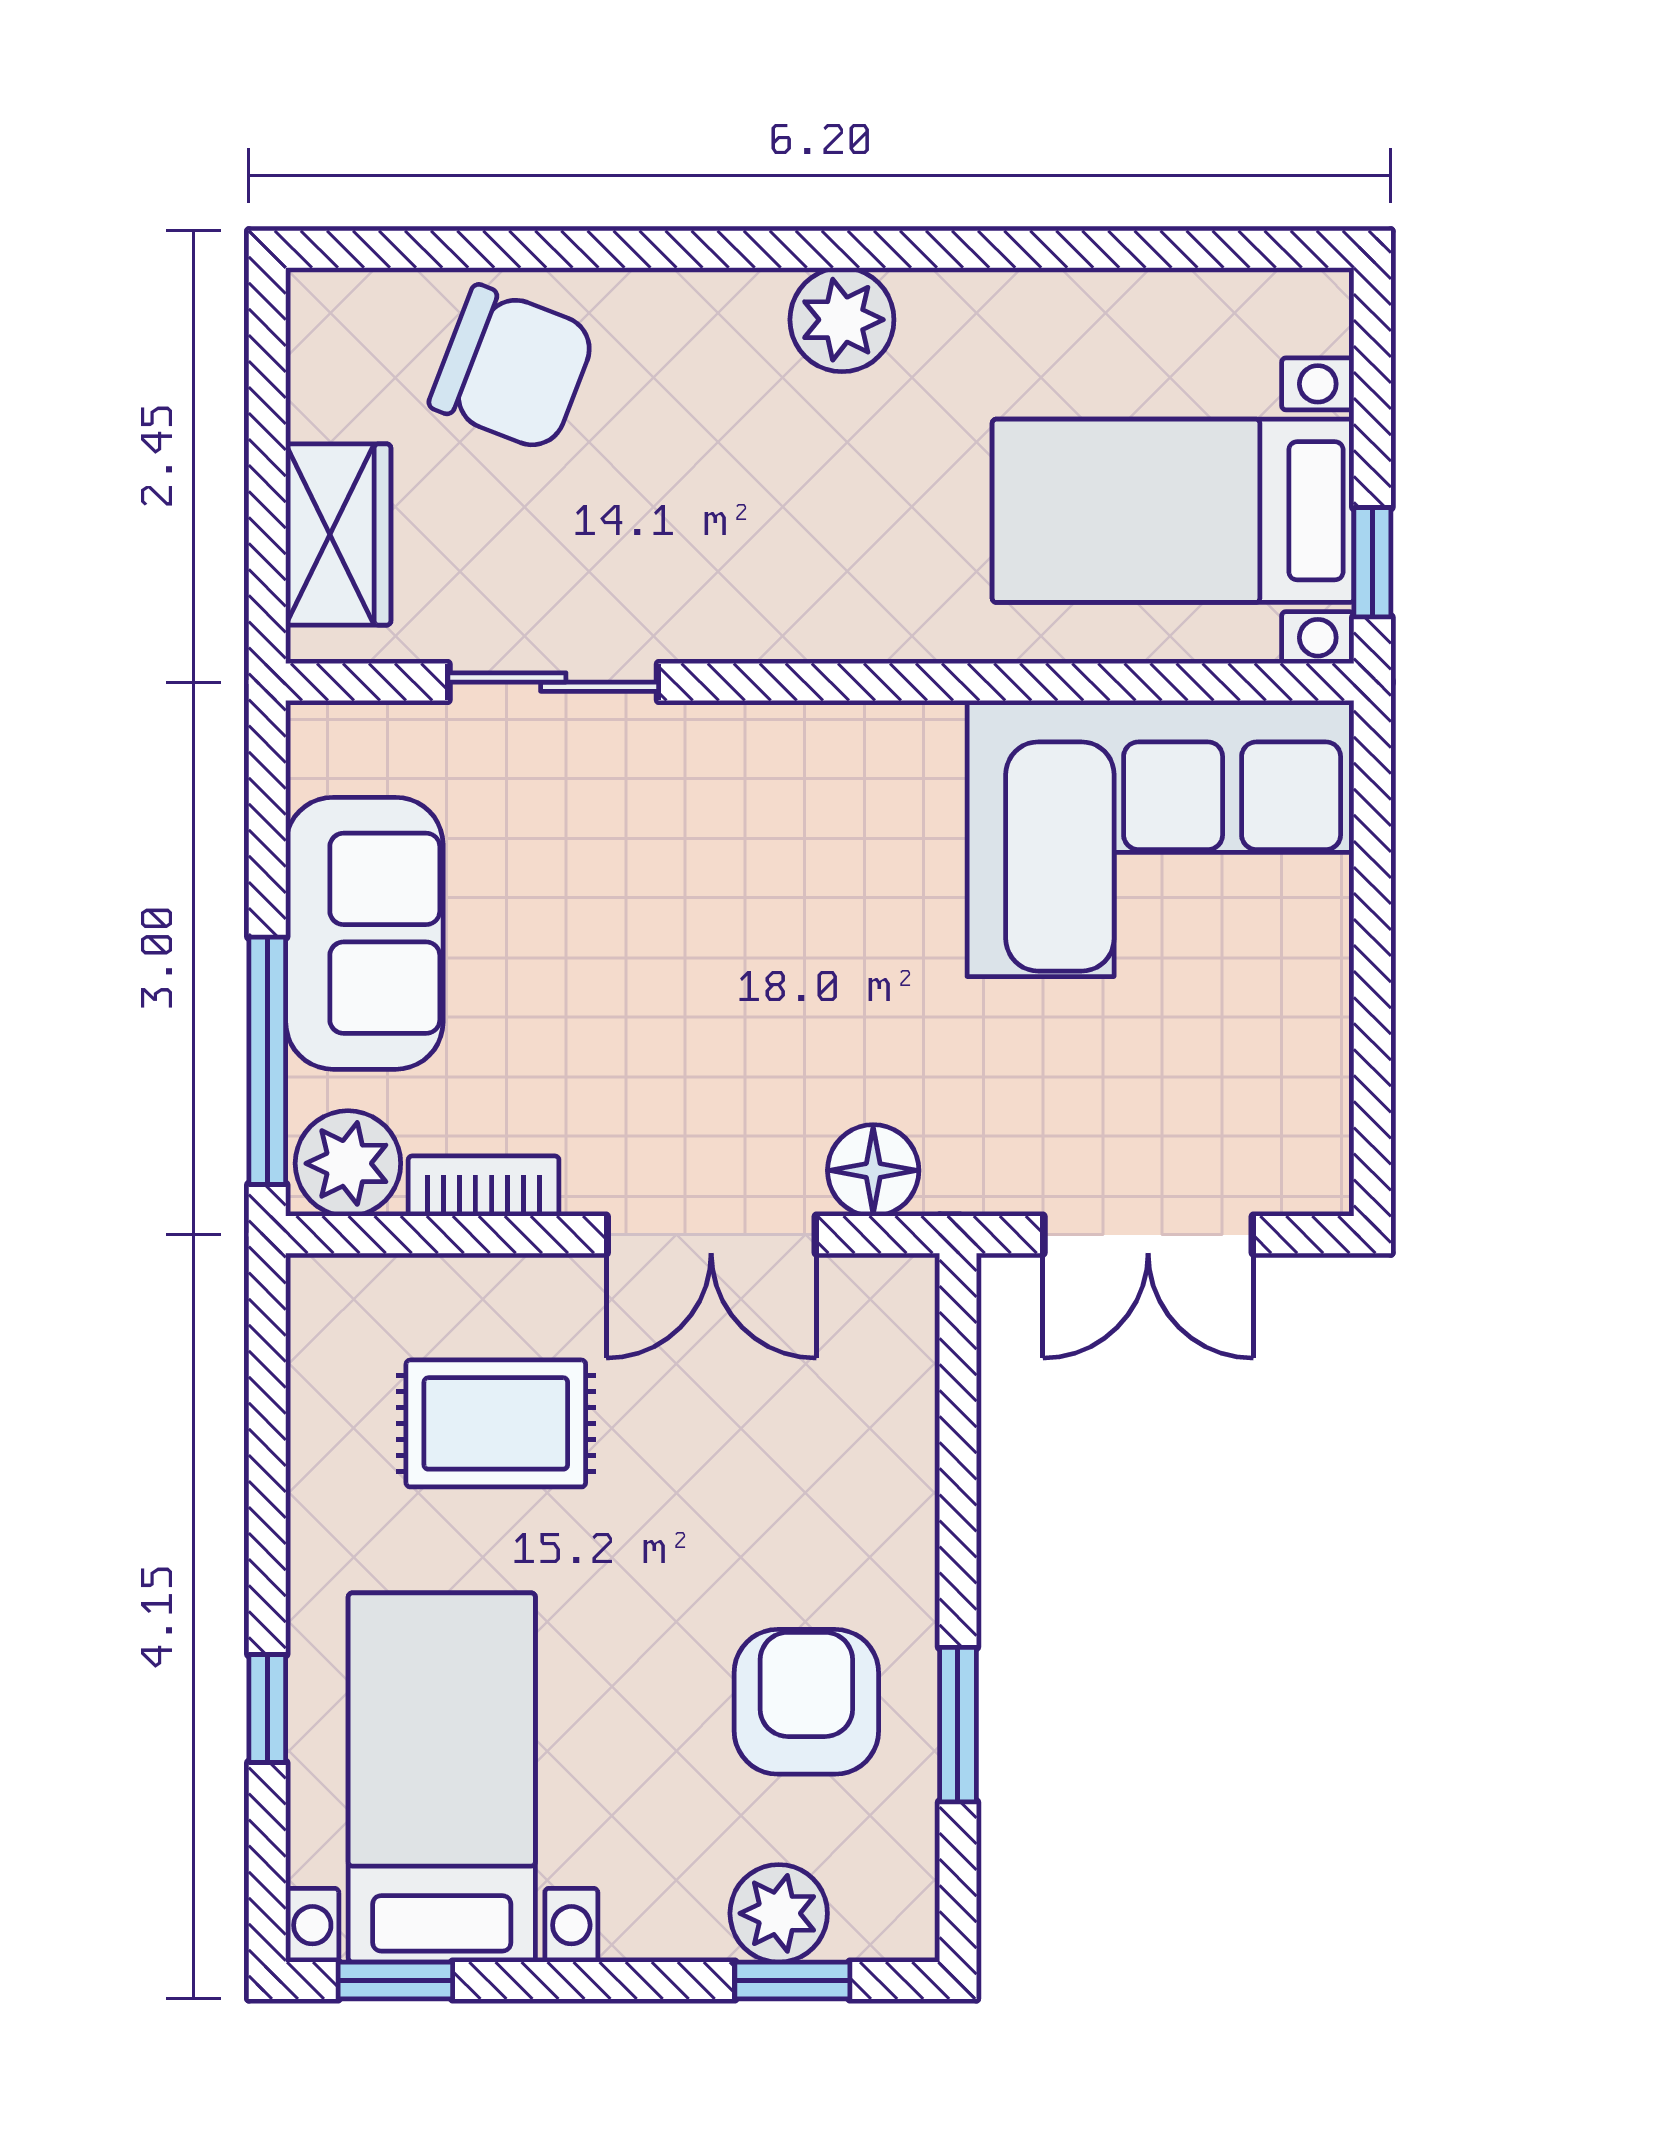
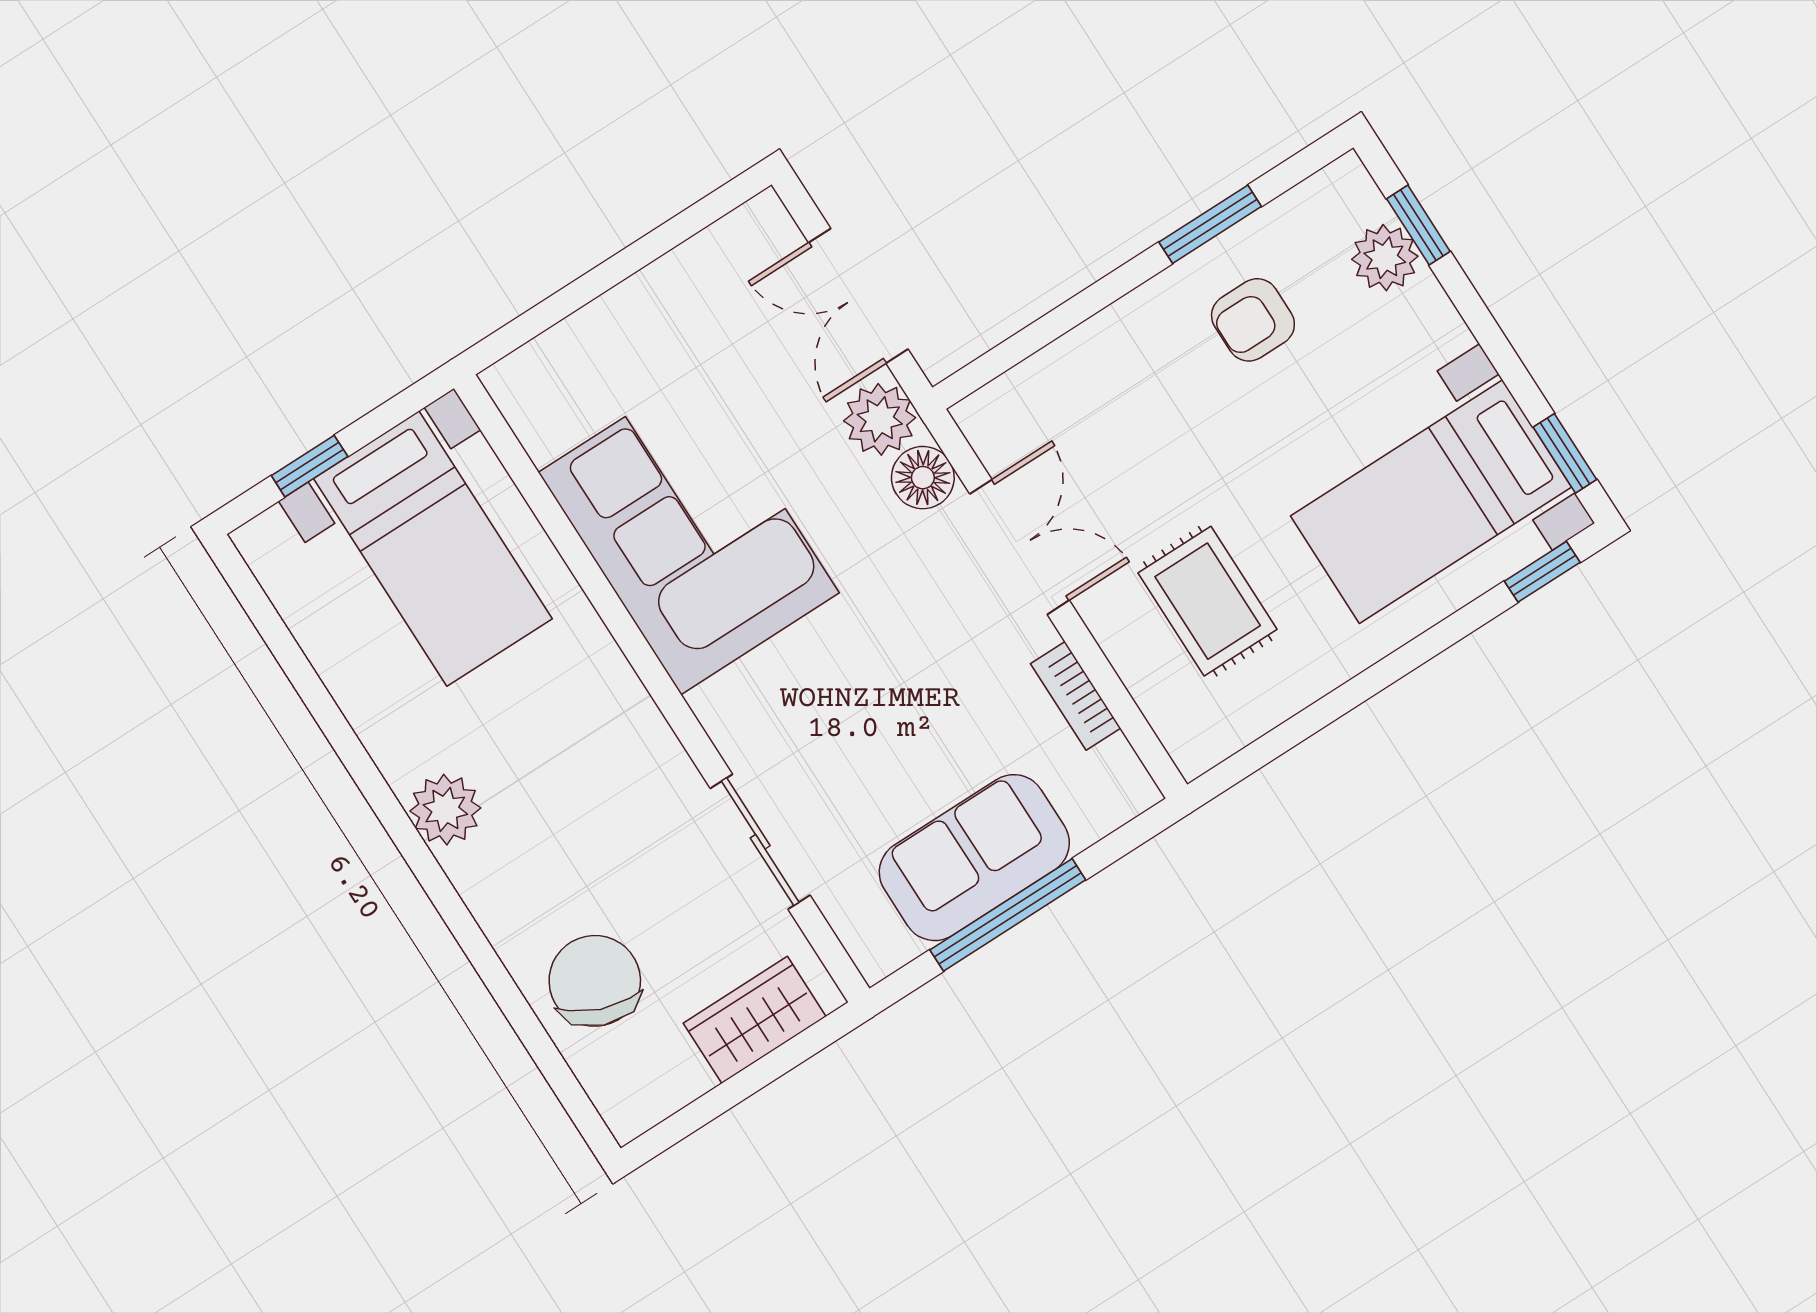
window: (1372, 562) -> (310, 466), moved
corner sofa: (1161, 839) -> (689, 533), moved
window: (267, 1061) -> (1008, 915), moved
plant: (348, 1163) -> (880, 419), moved
double door: (1148, 1235) -> (858, 296), swing flipped
armchair: (806, 1702) -> (1253, 320), width x0.72, depth x0.72
window: (267, 1708) -> (1542, 572), moved

